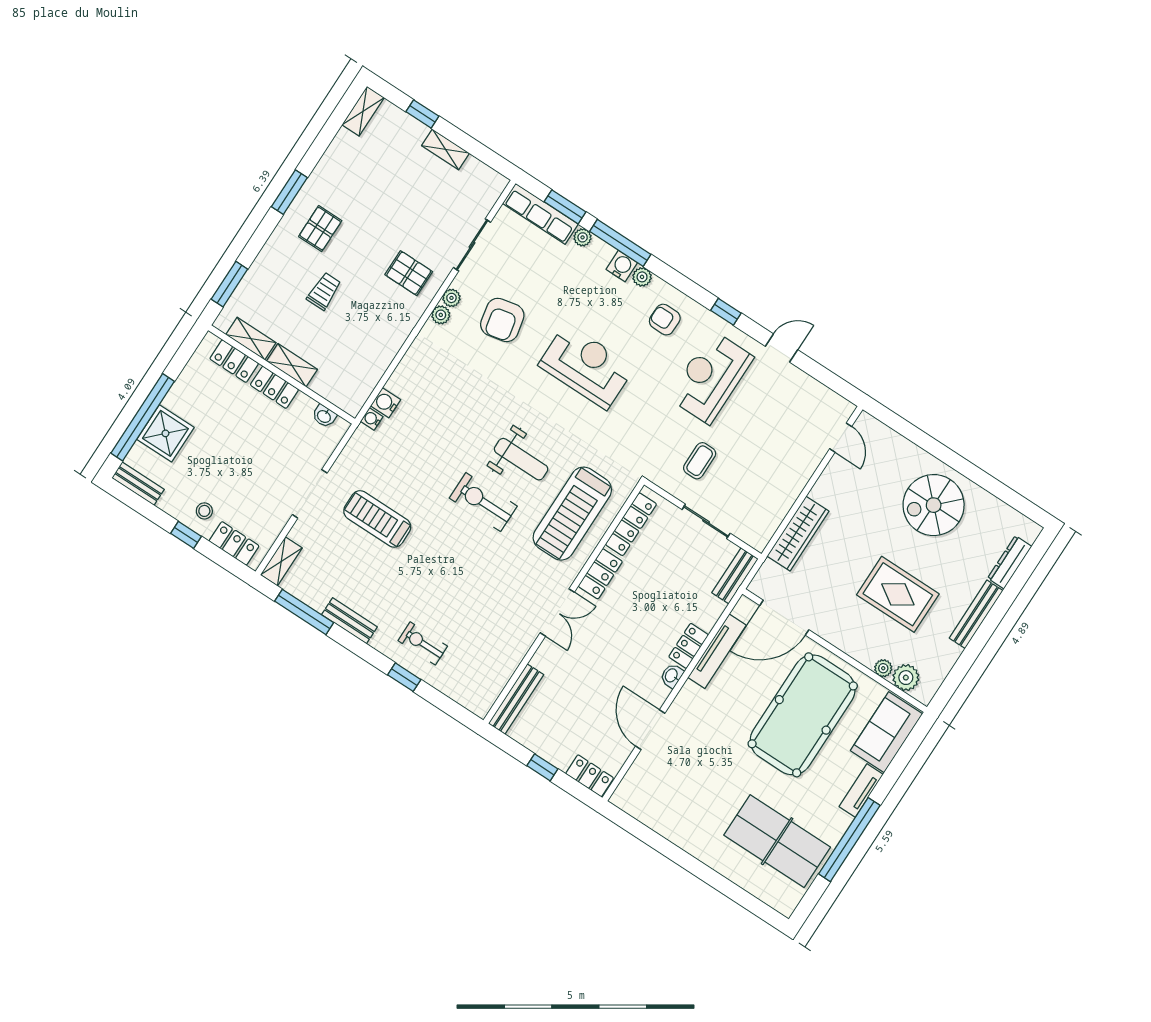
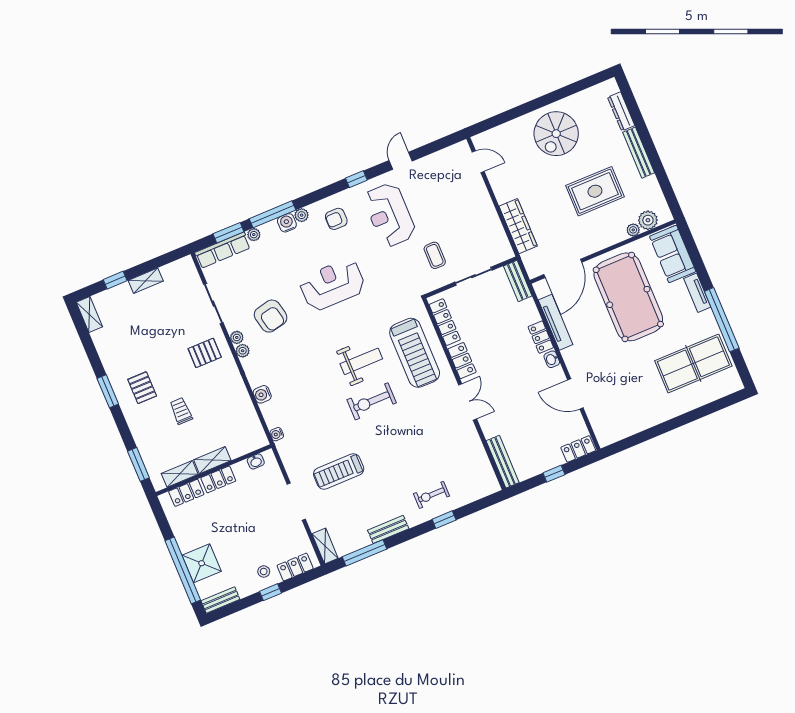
water cooler: (386, 403) -> (262, 394), moved

